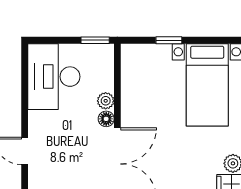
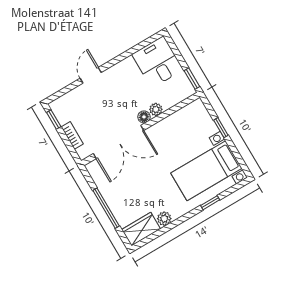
desk: (54, 77) -> (158, 62), width x0.73

